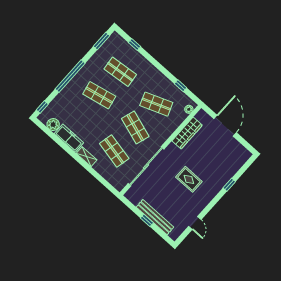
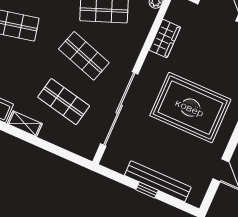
wardrobe: (187, 133) -> (165, 39), width x0.67
rug: (189, 179) -> (190, 108), width x1.86, depth x2.06

